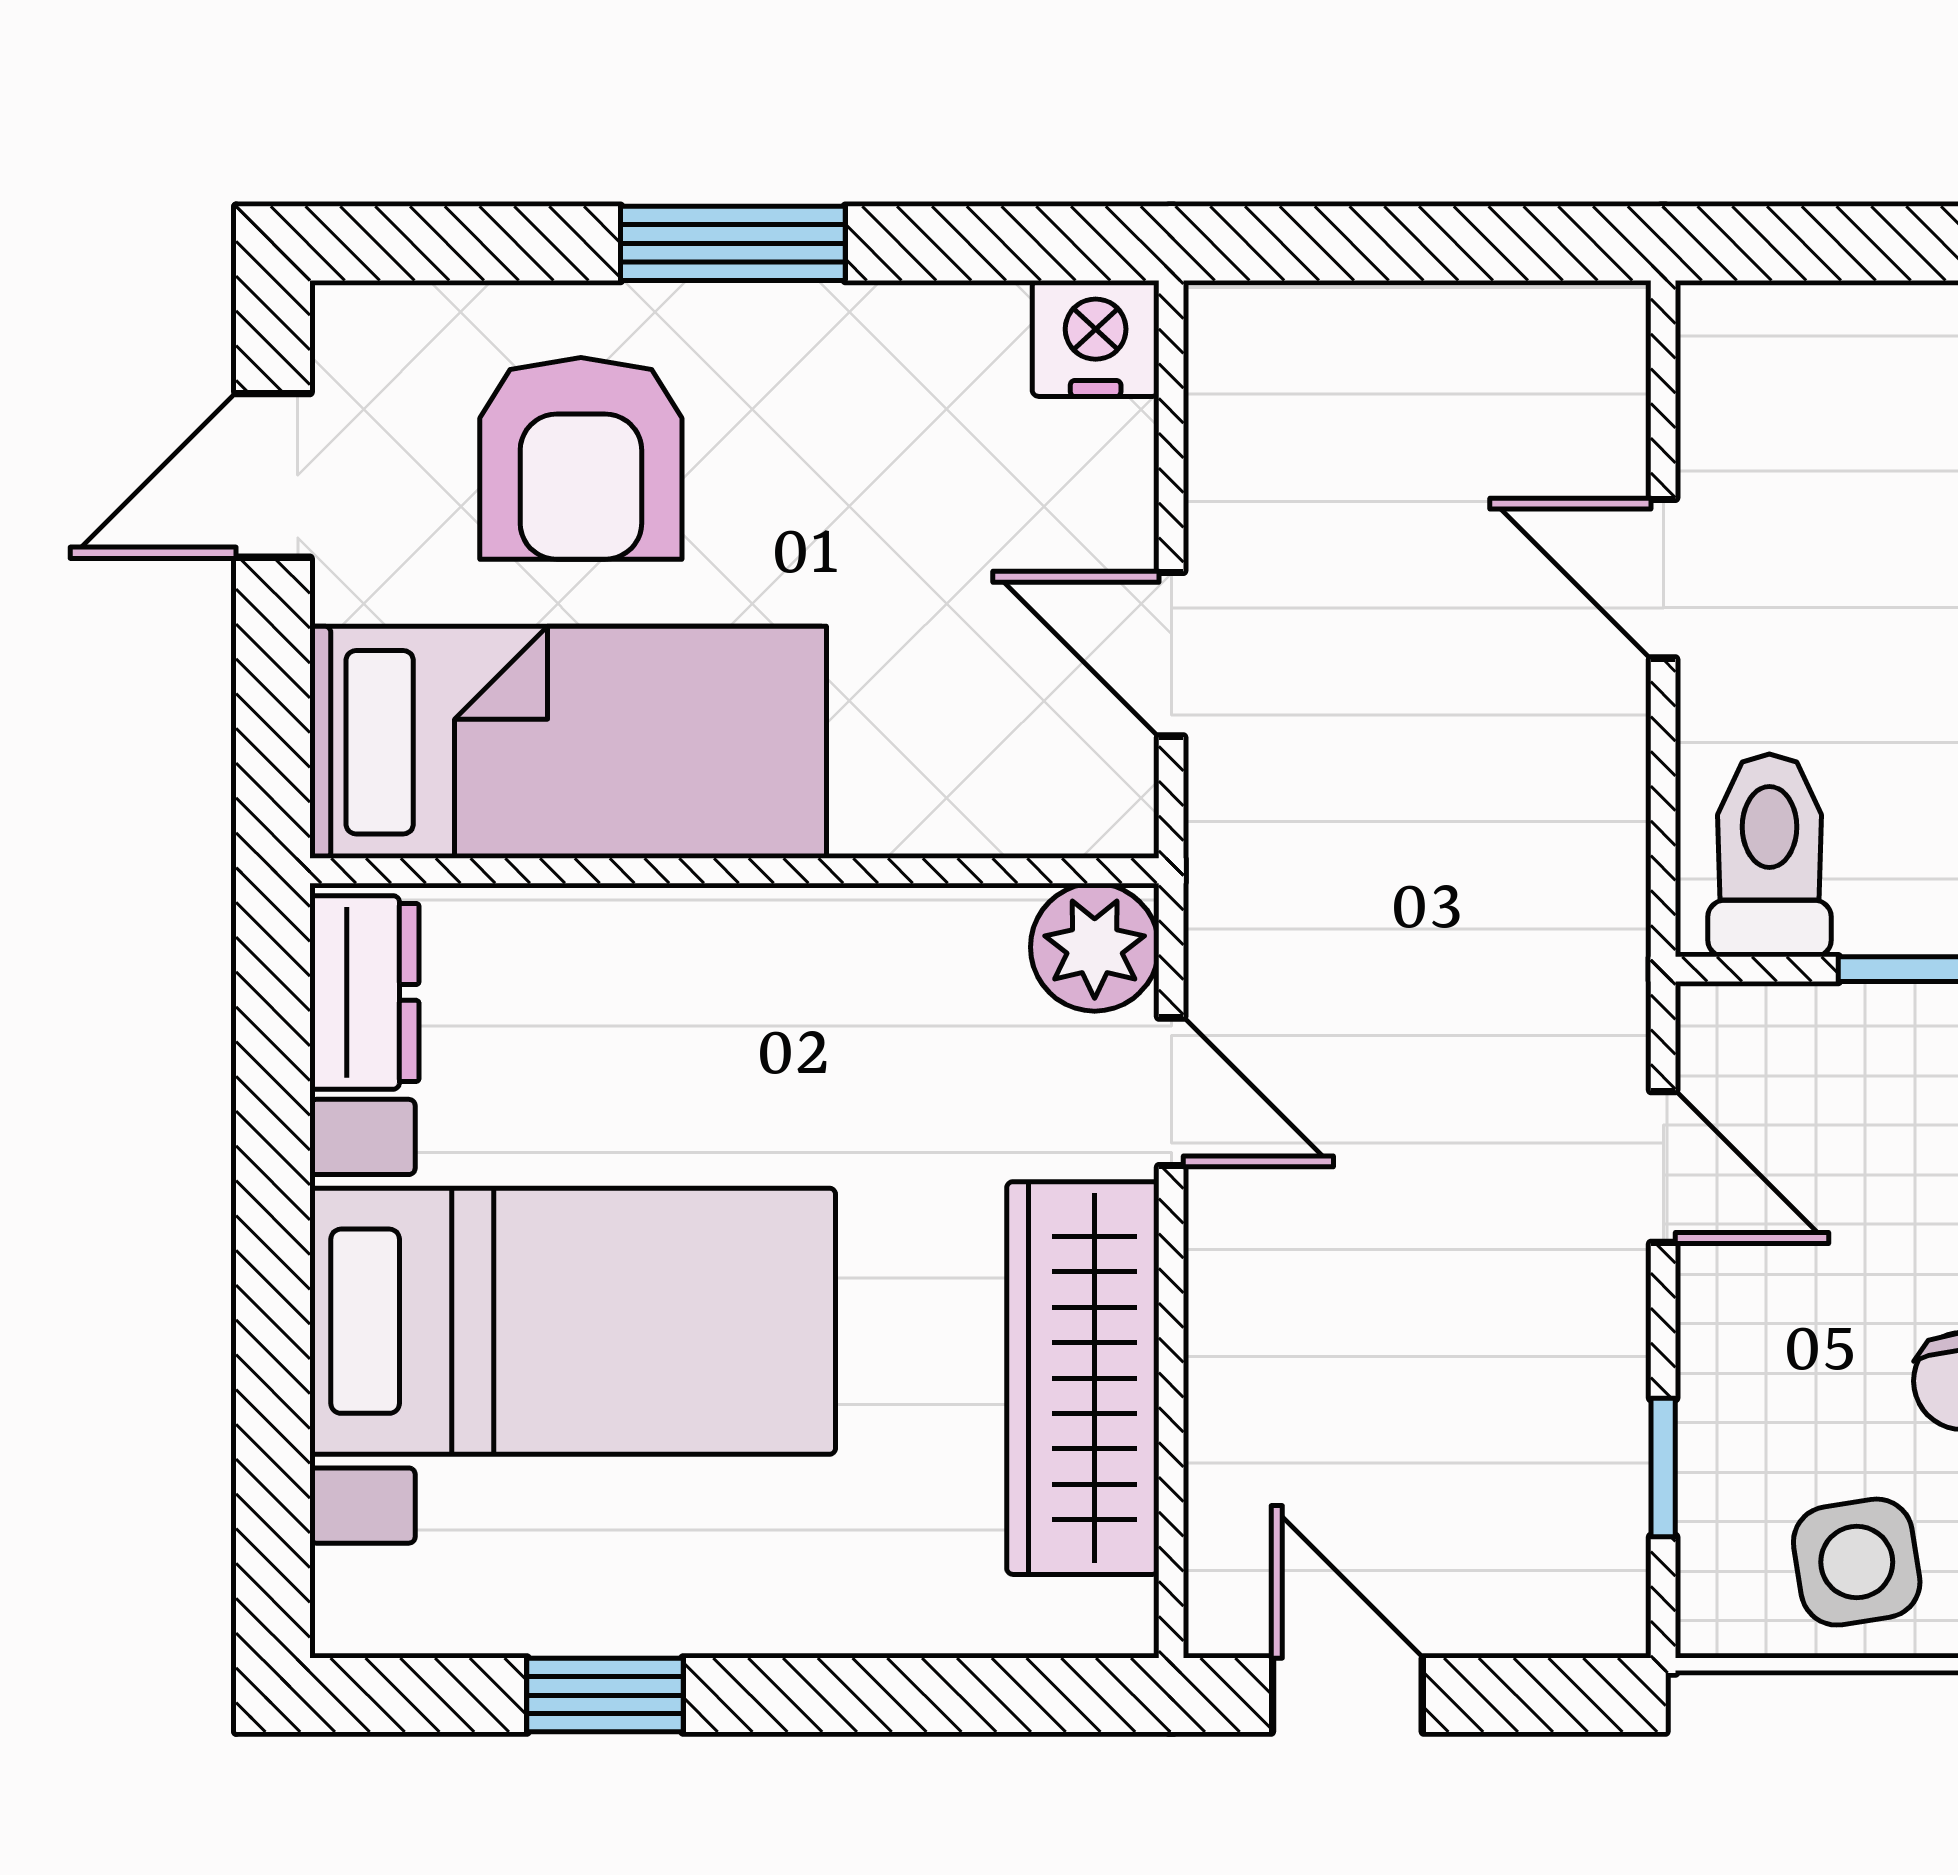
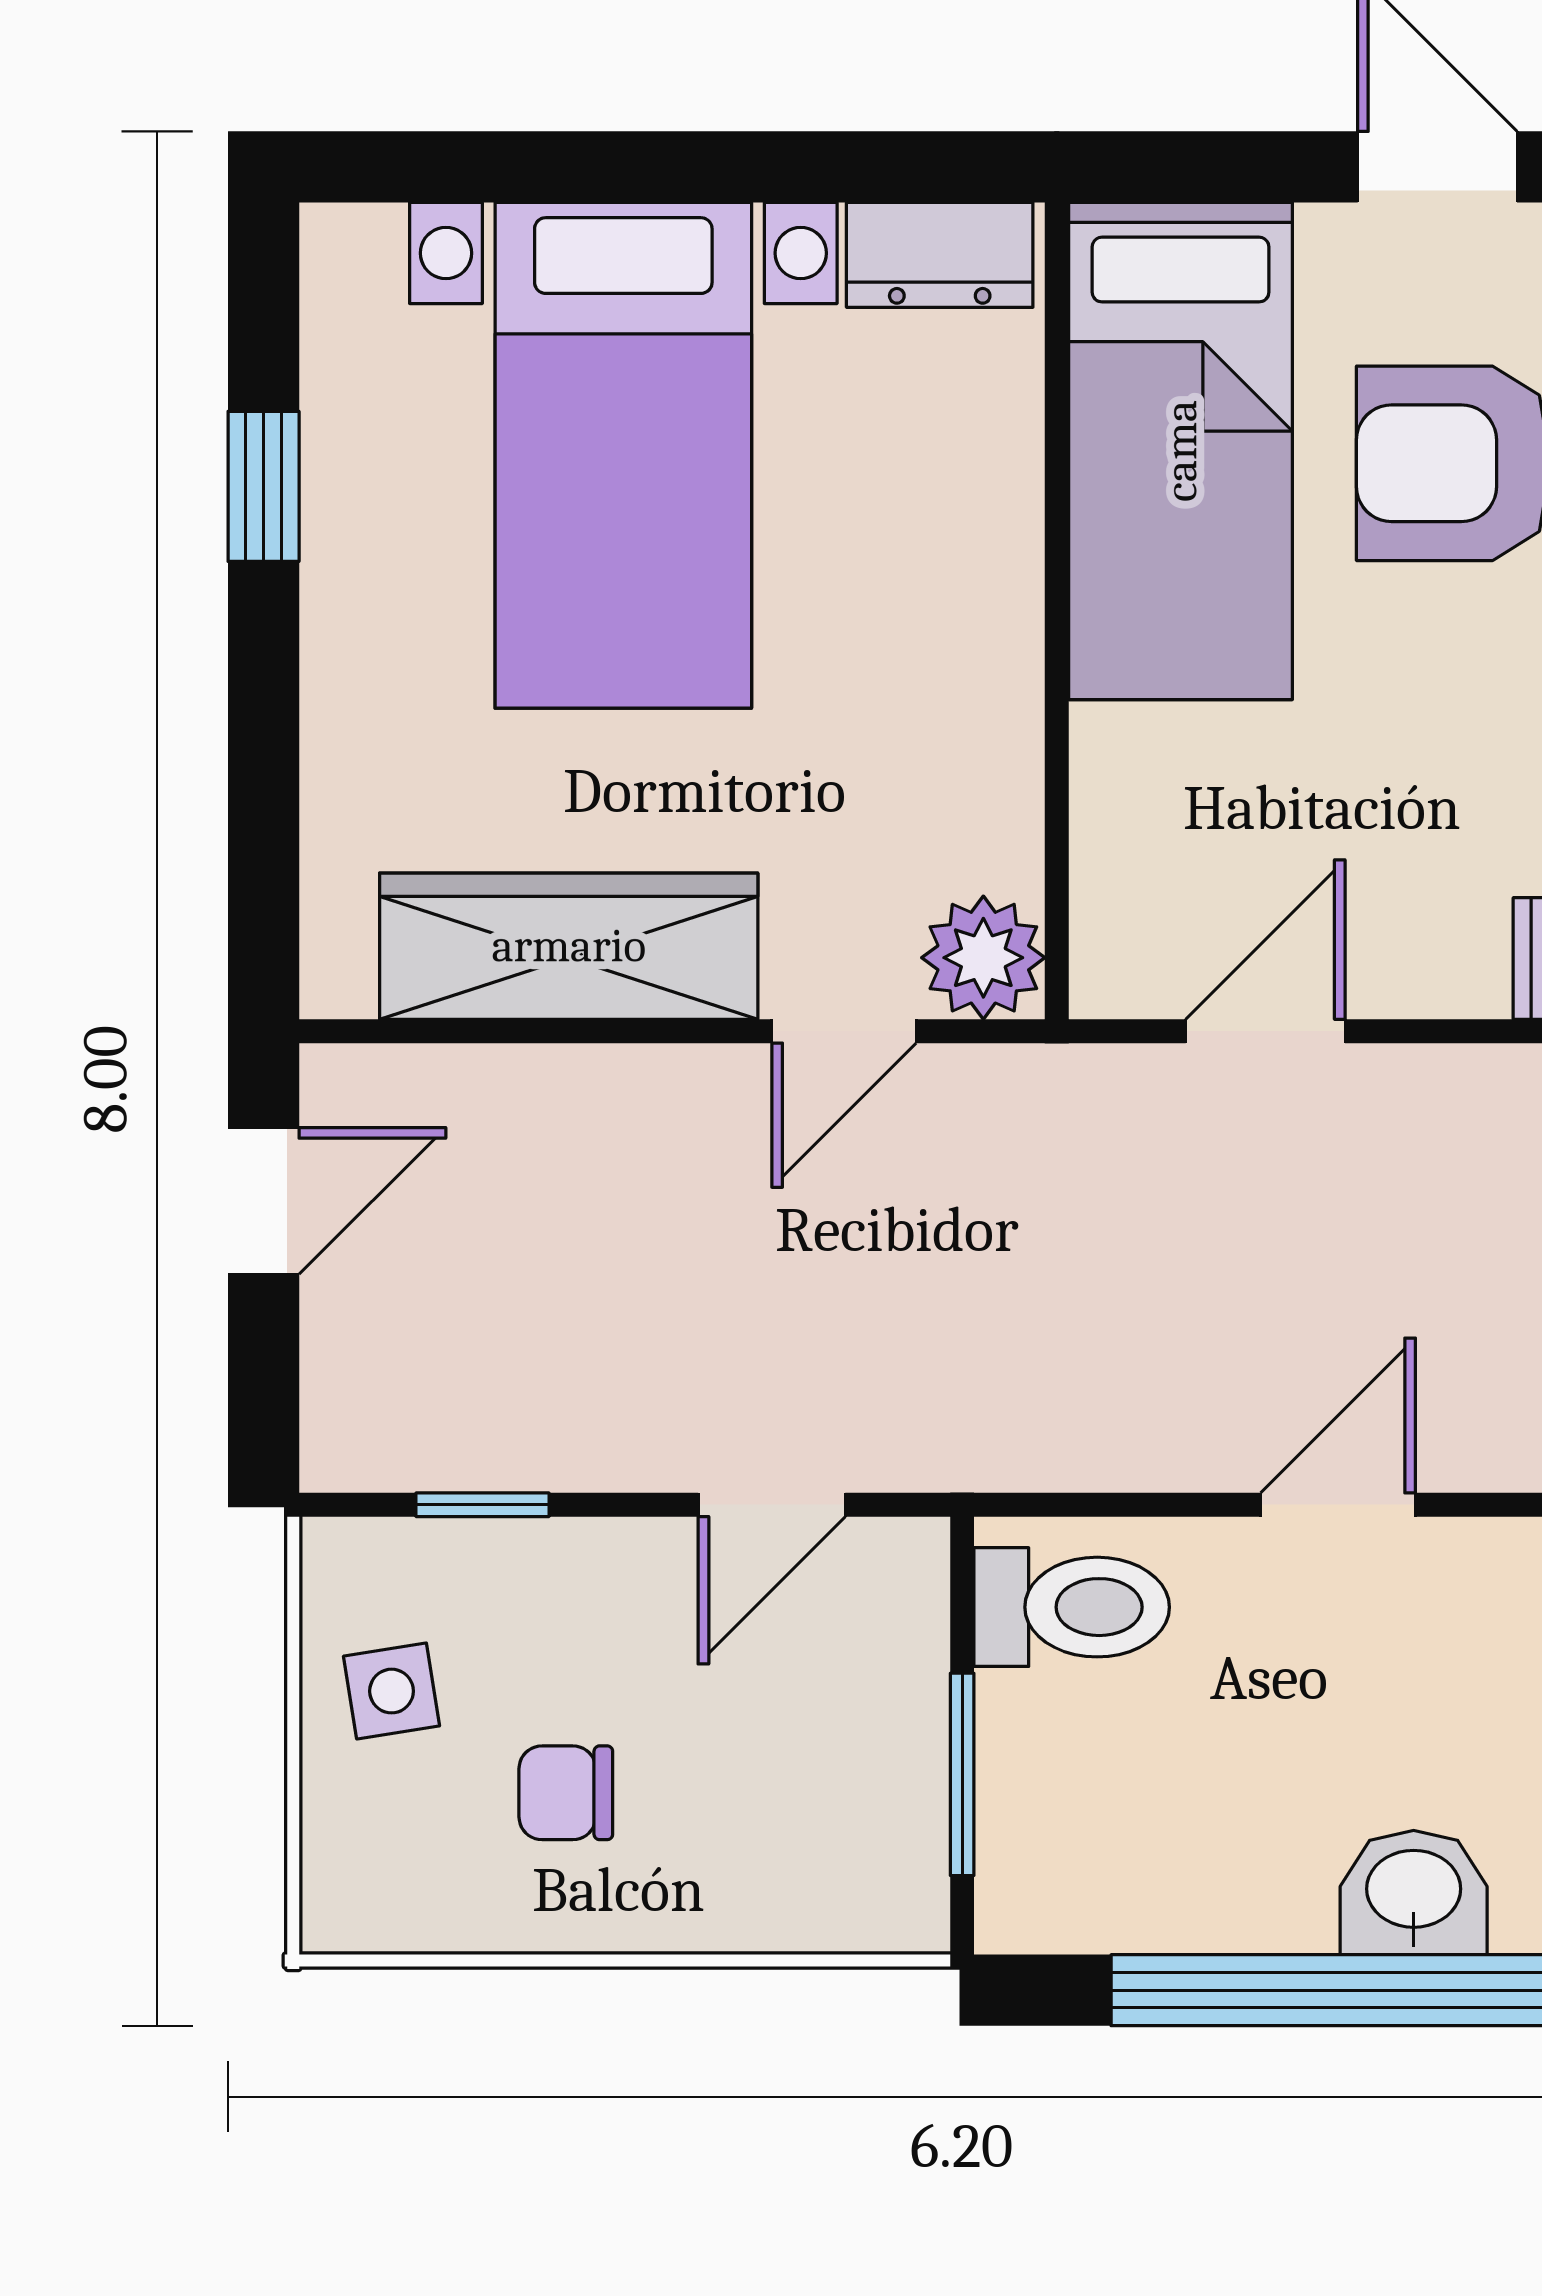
side table: (1857, 1562) -> (392, 1691), width x0.73, depth x0.73

